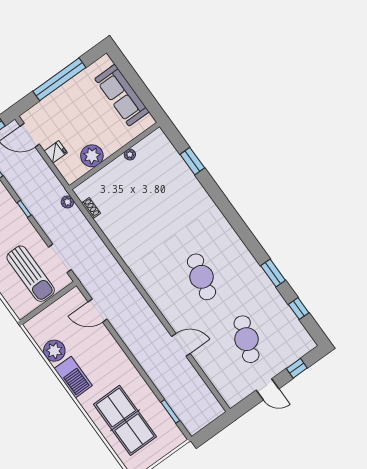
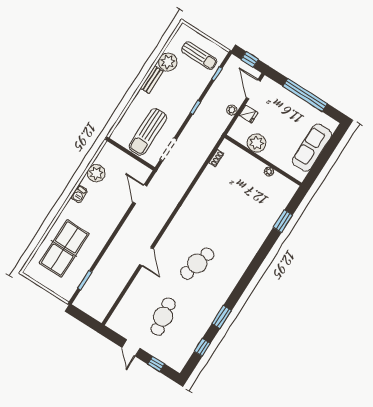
plant: (67, 202) -> (232, 110), moved
cafe table: (246, 339) -> (163, 317), turned -30
door: (181, 345) -> (146, 257), moved
barbecue: (73, 377) -> (79, 194), width x0.53, depth x0.65

